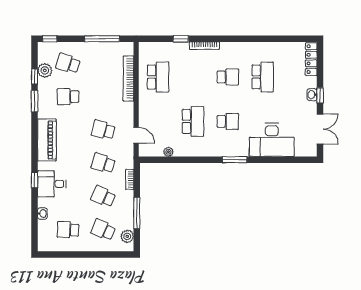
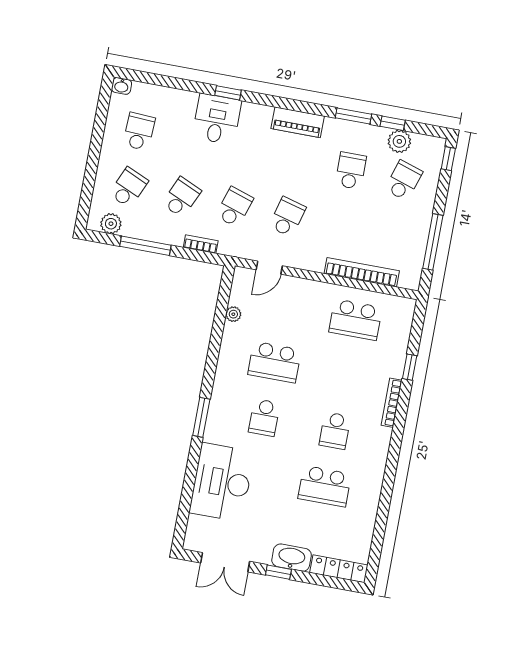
washbasin: (312, 95) -> (292, 558), width x1.91, depth x1.45
piano: (47, 140) -> (298, 122), width x0.73, depth x0.75
washbasin: (42, 213) -> (121, 86), moved

